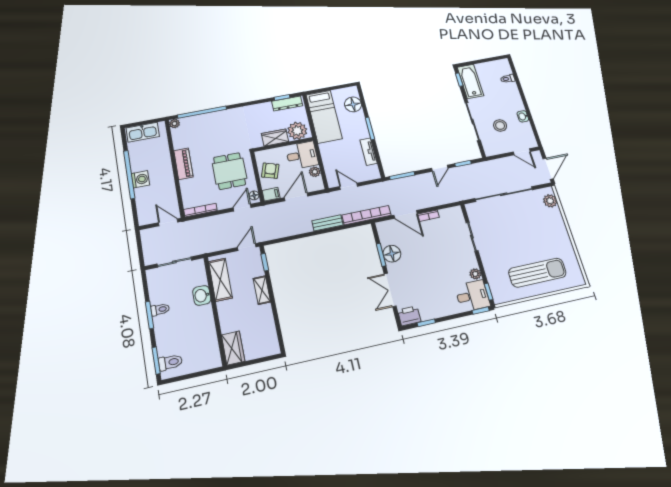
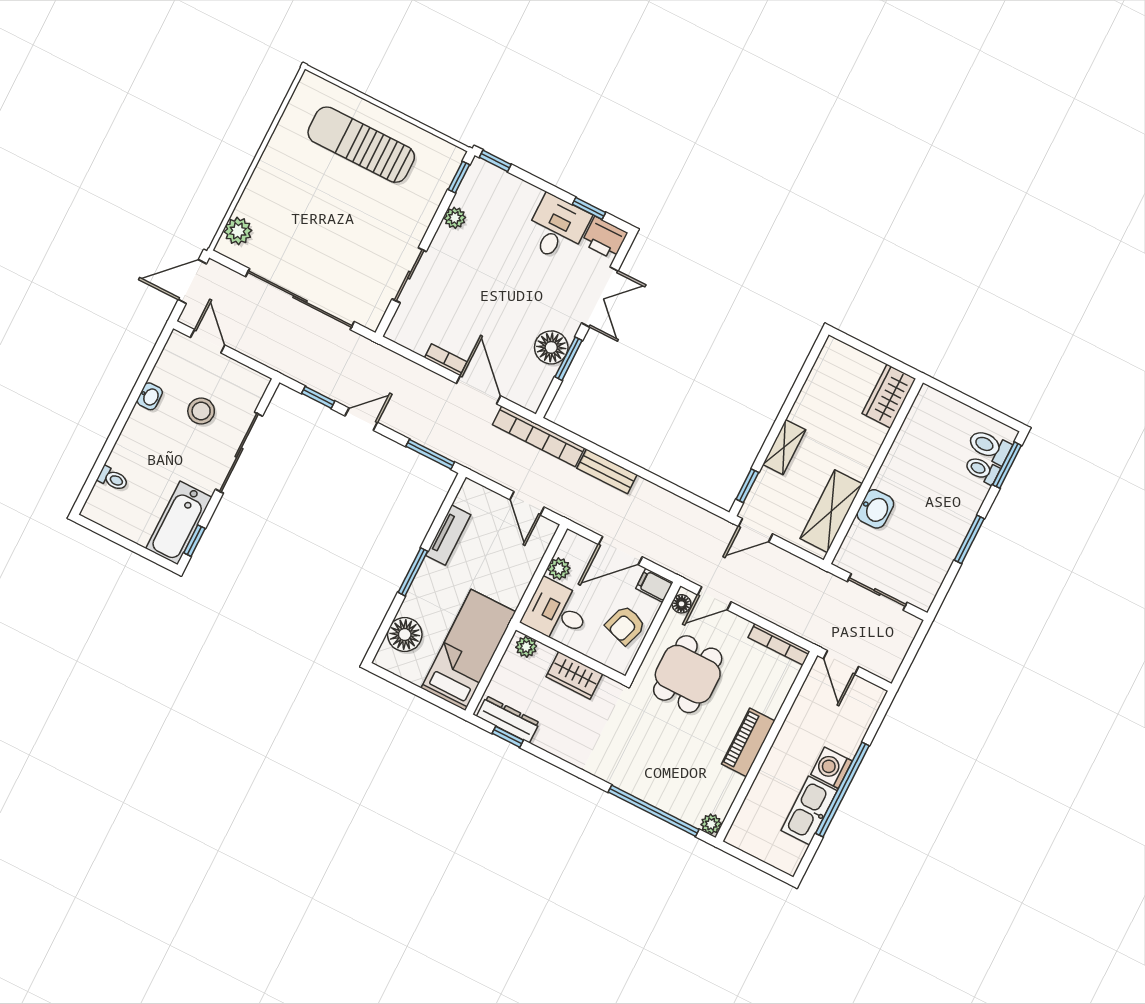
plant: (297, 131) -> (526, 647), width x0.53, depth x0.53
kitchen sink: (143, 132) -> (809, 811), moved, turned -90
desk: (472, 296) -> (557, 228), moved, turned 90
toilet: (160, 310) -> (982, 470), moved

